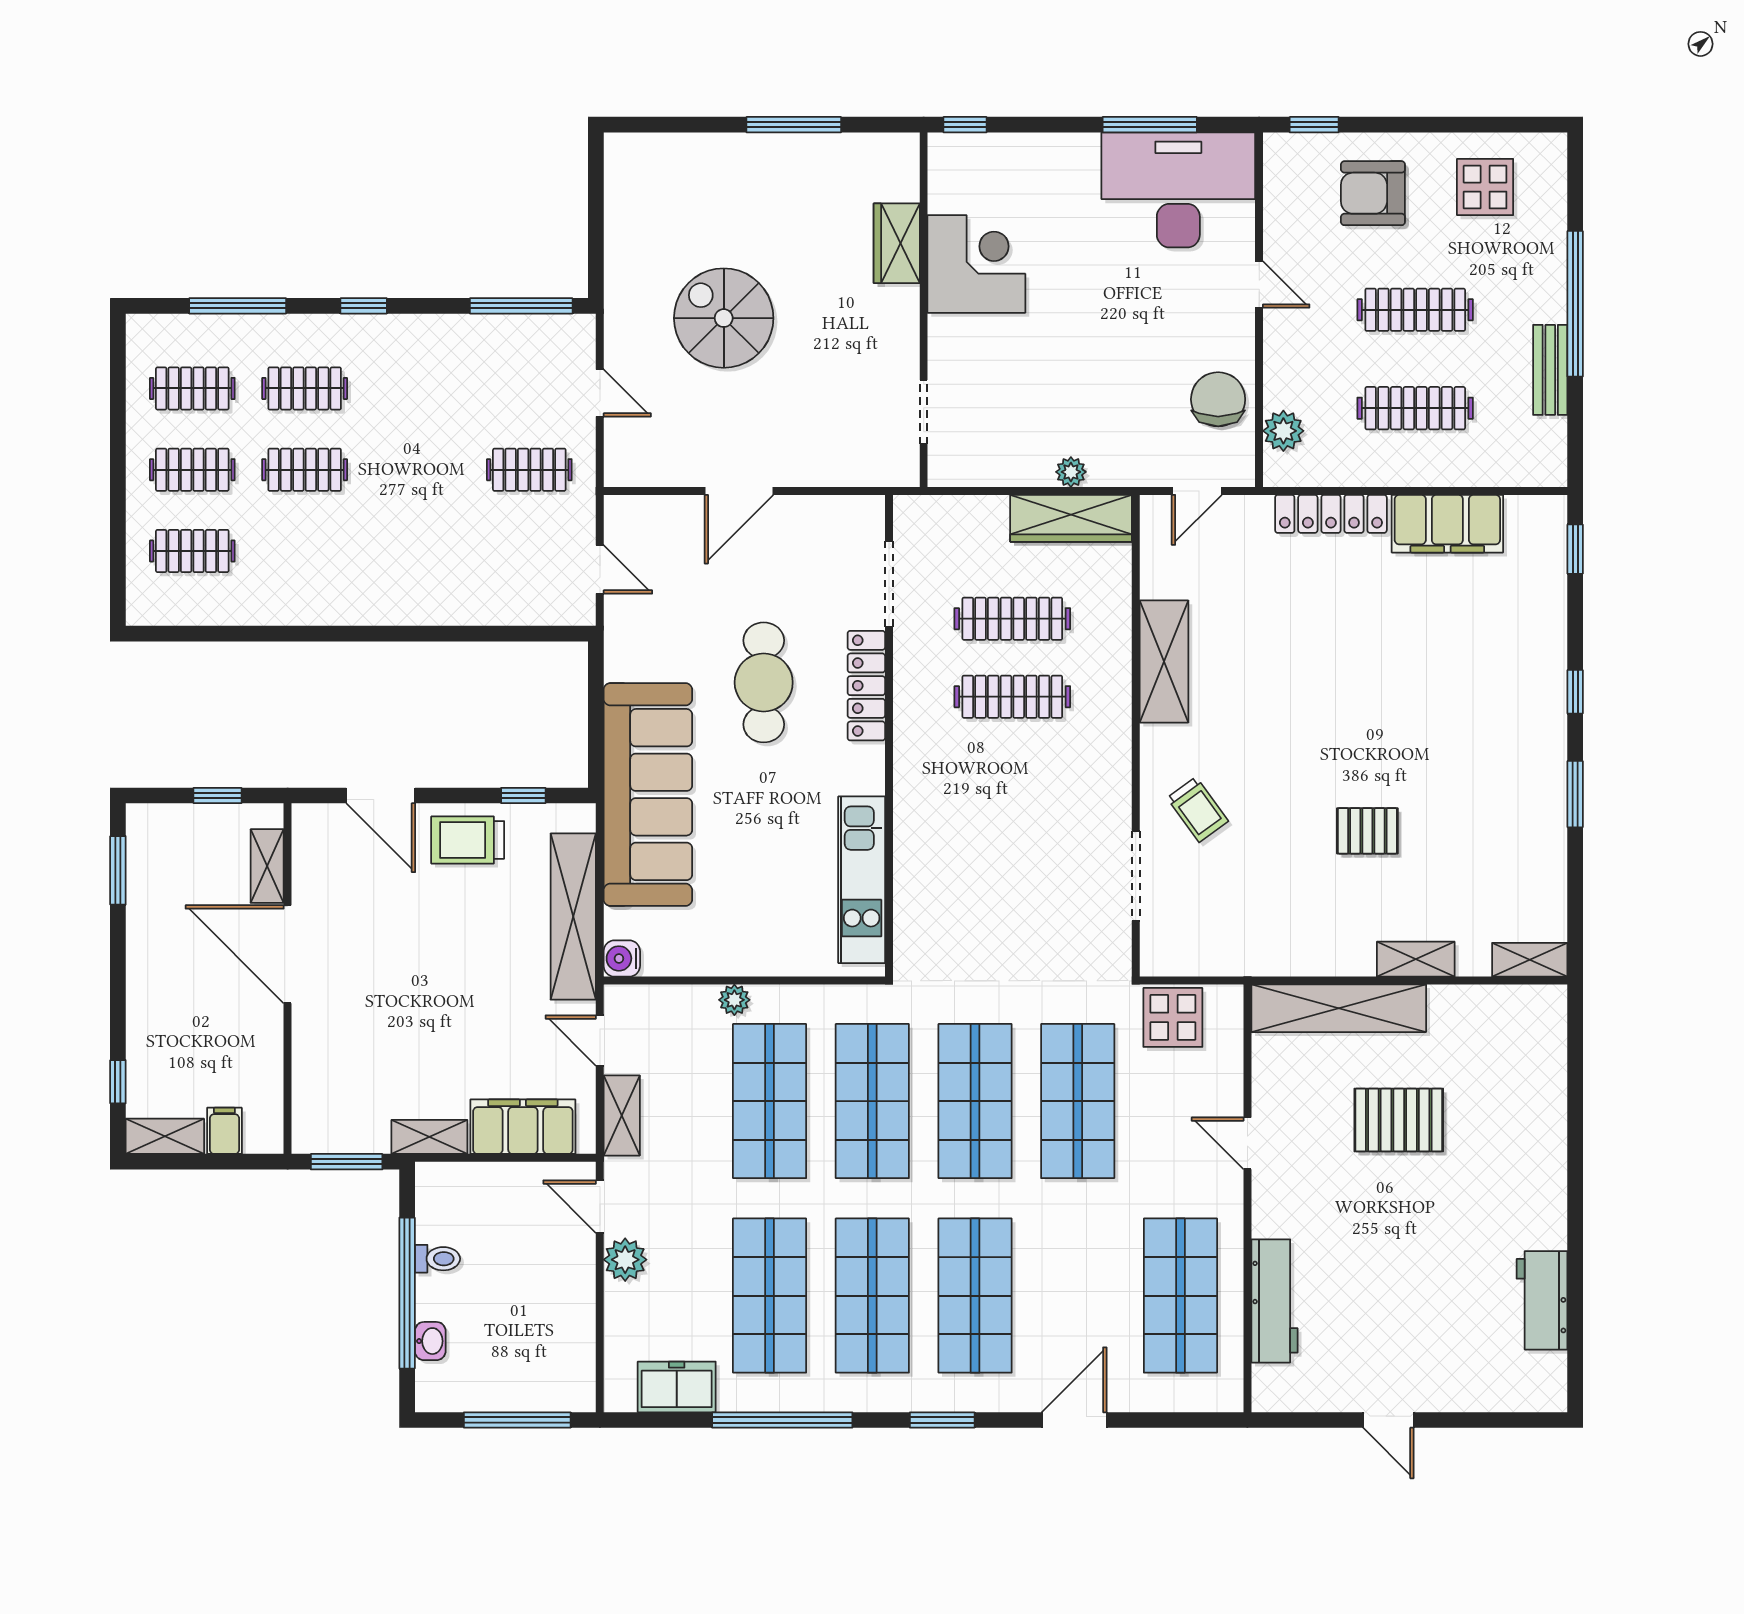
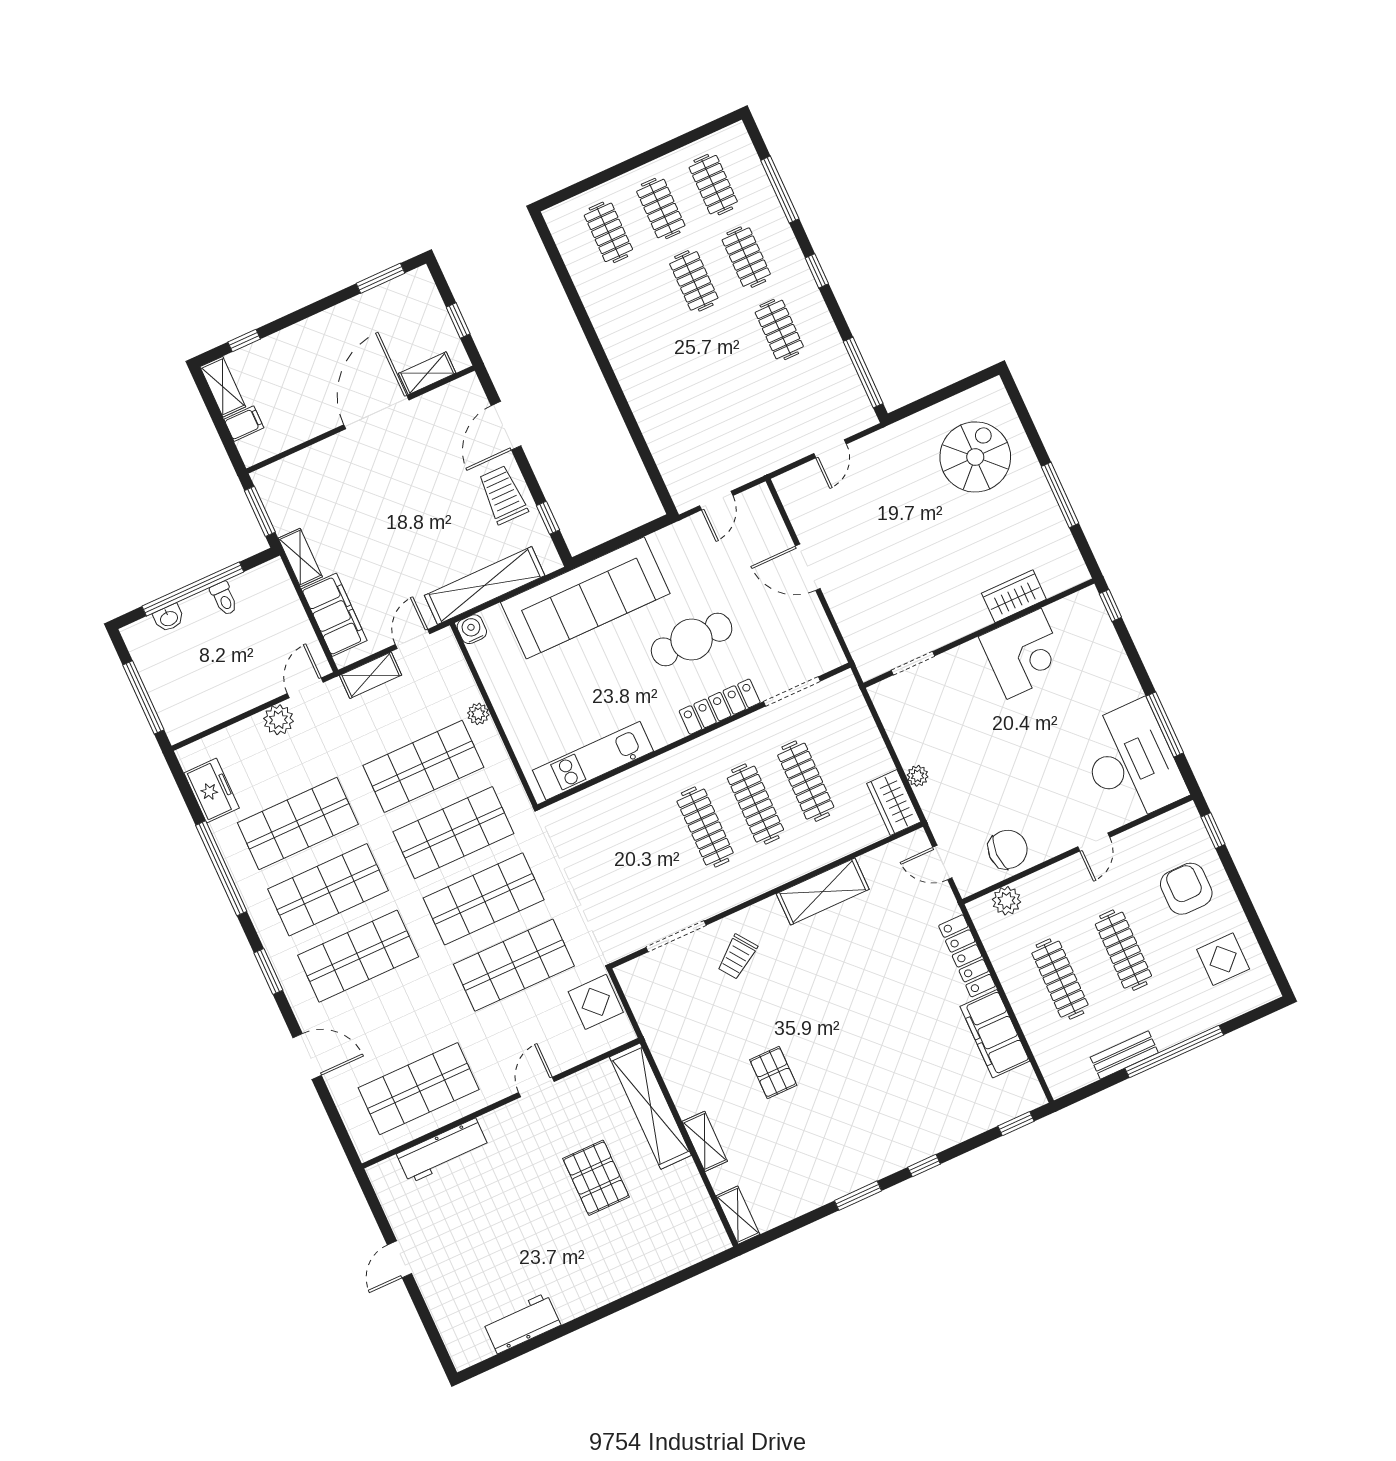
spiral stairs: (724, 318) -> (975, 457), moved
clothes rail: (529, 470) -> (779, 330), moved
wardrobe: (1071, 518) -> (894, 803), width x0.67
clothes rail: (1012, 775) -> (705, 827), added

